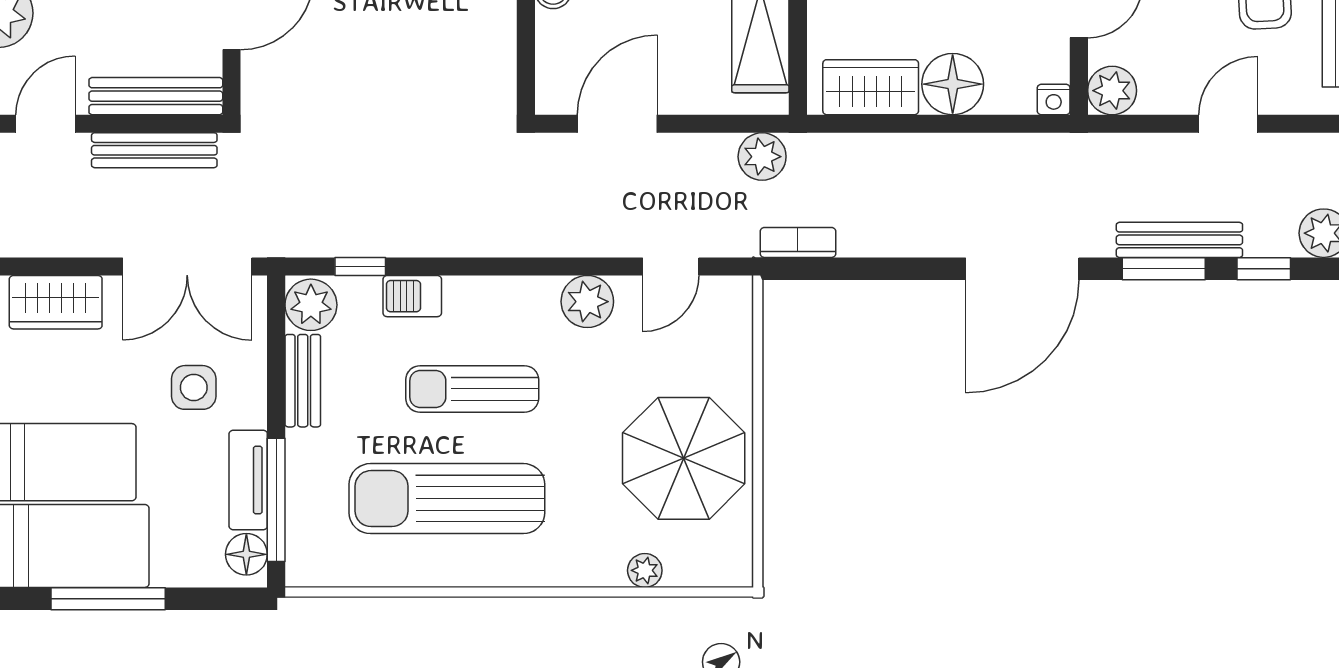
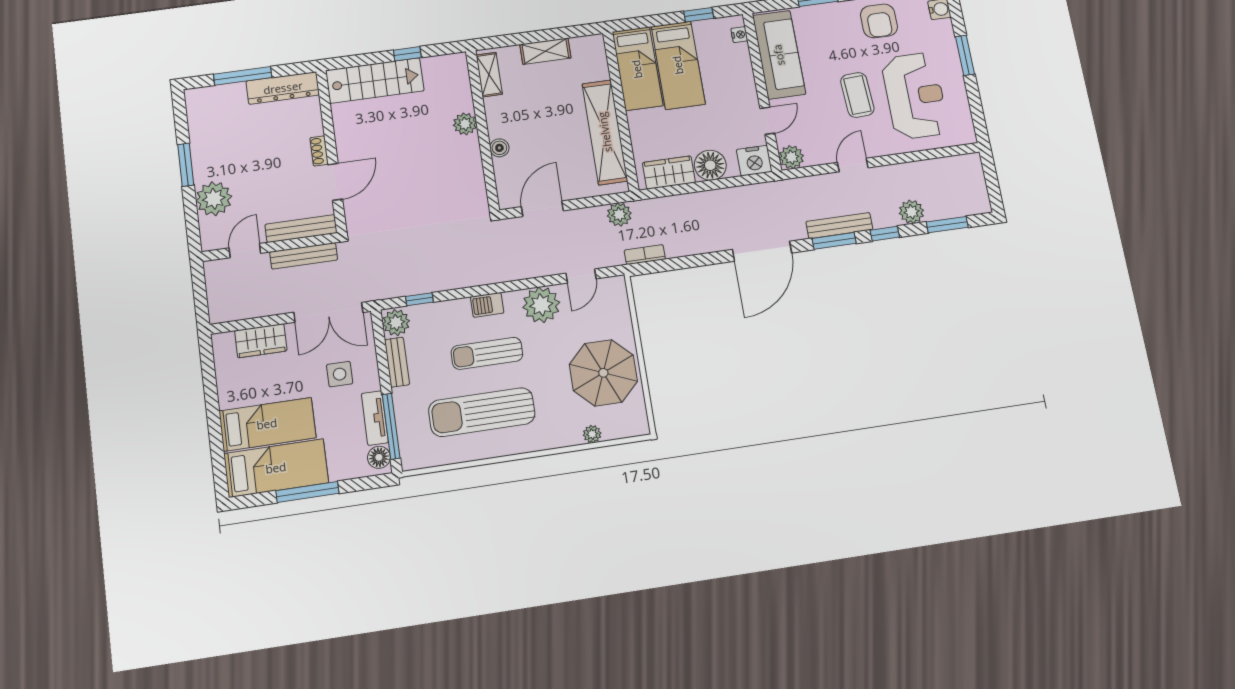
nightstand: (1054, 99) -> (754, 161), width x1.89, depth x1.79
barbecue: (412, 296) -> (487, 305), moved
plant: (587, 302) -> (541, 305), width x1.36, depth x1.36

